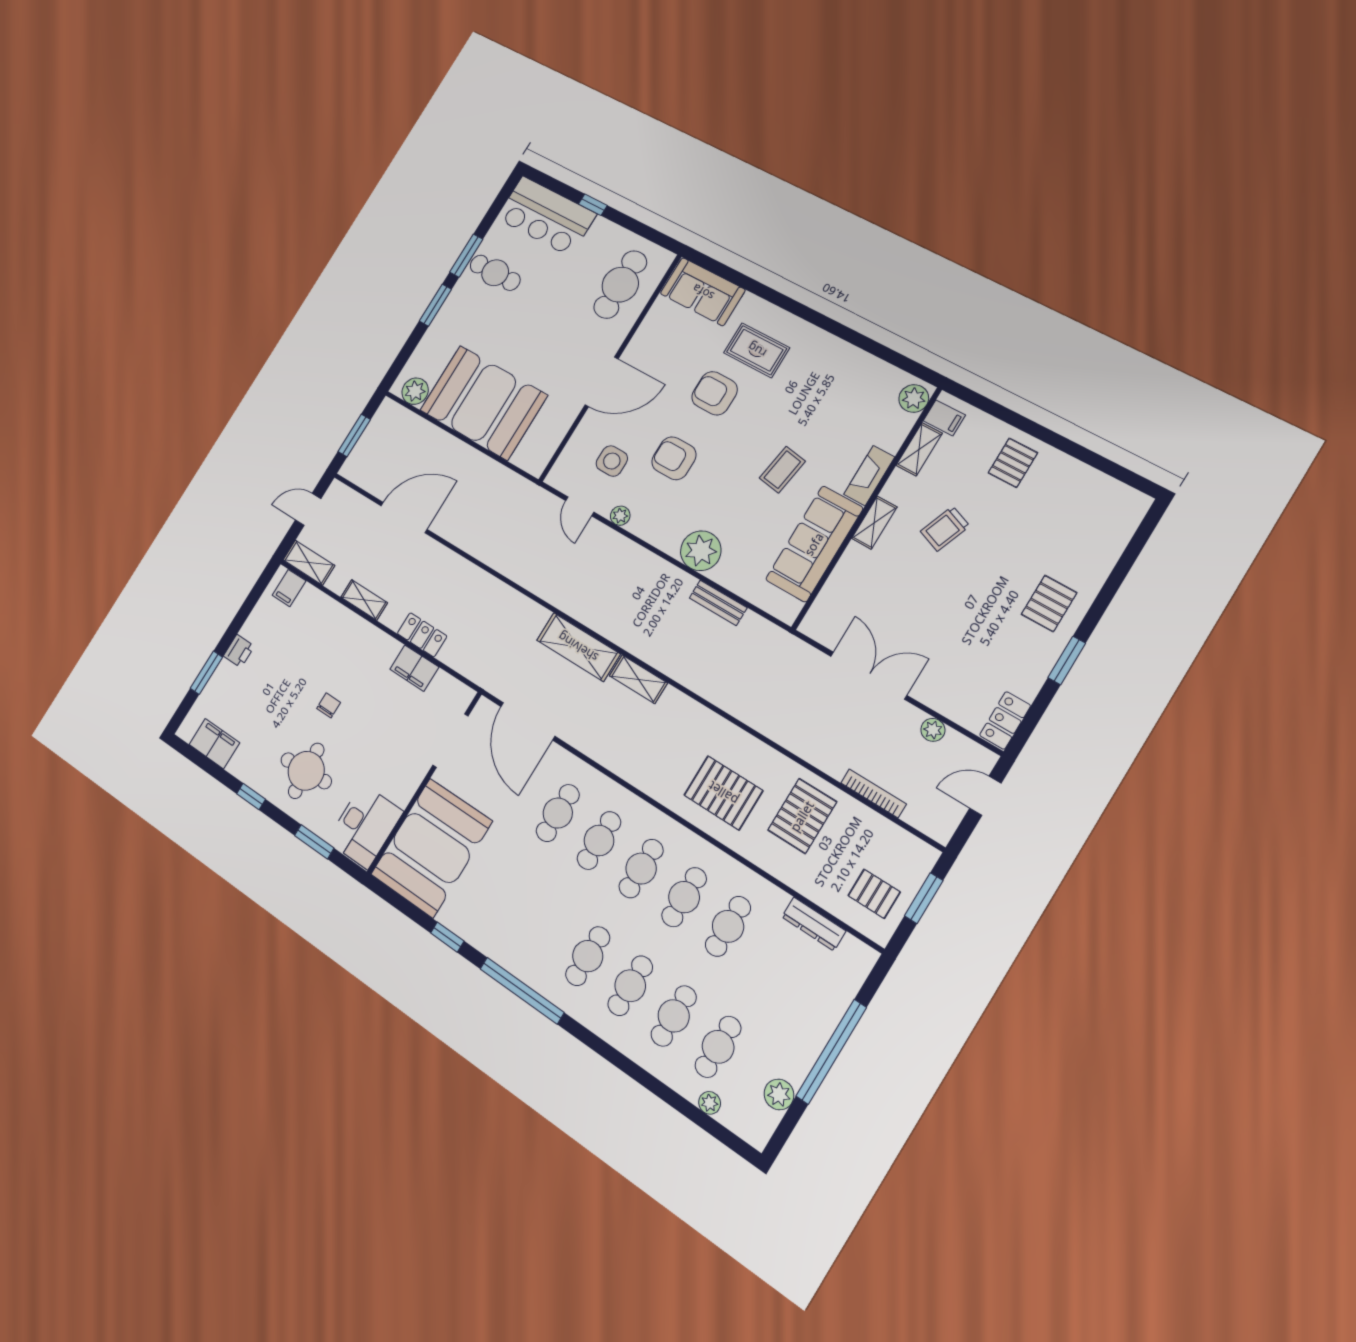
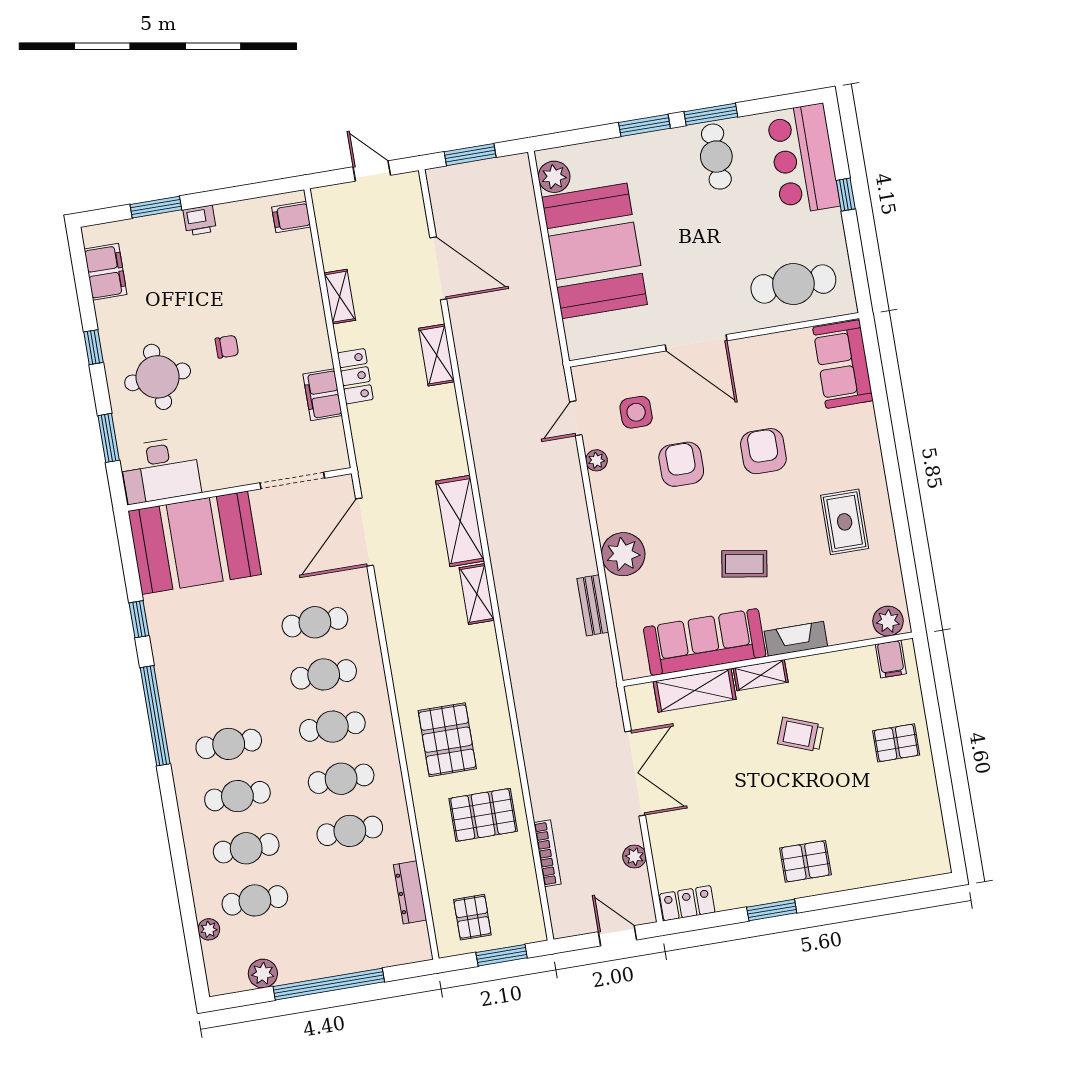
rug: (757, 350) -> (845, 522), moved
shelving: (919, 449) -> (695, 690), moved, width x1.50, depth x1.33
shelving: (309, 563) -> (437, 355), moved

